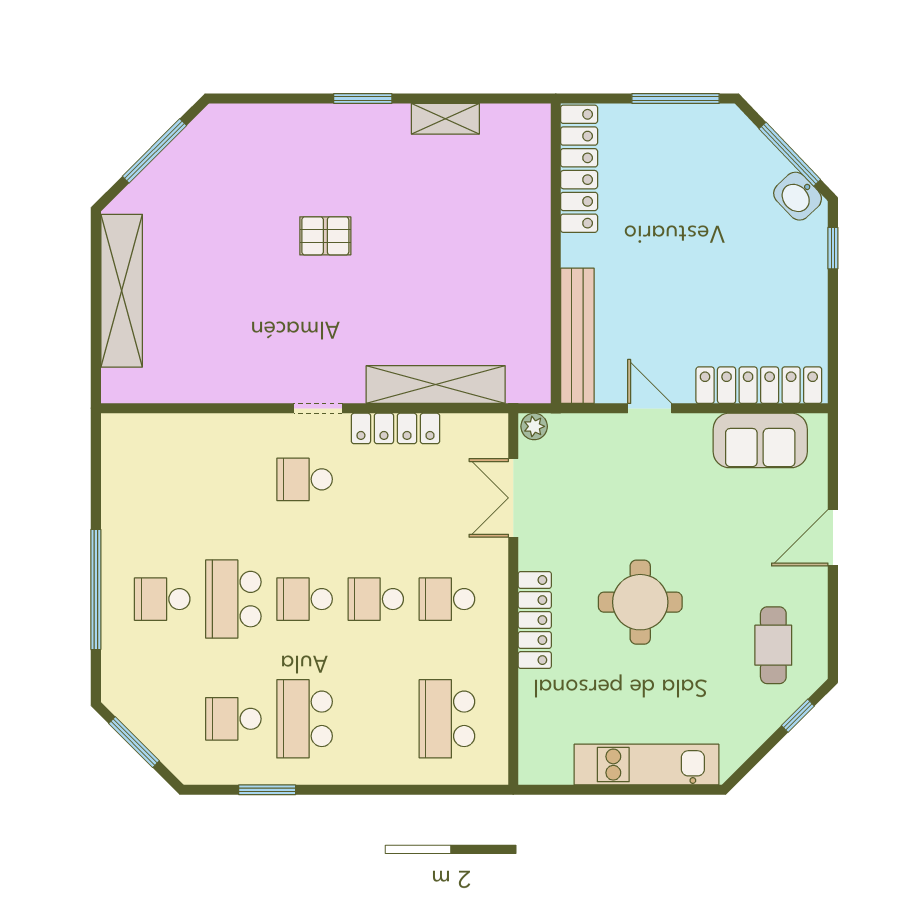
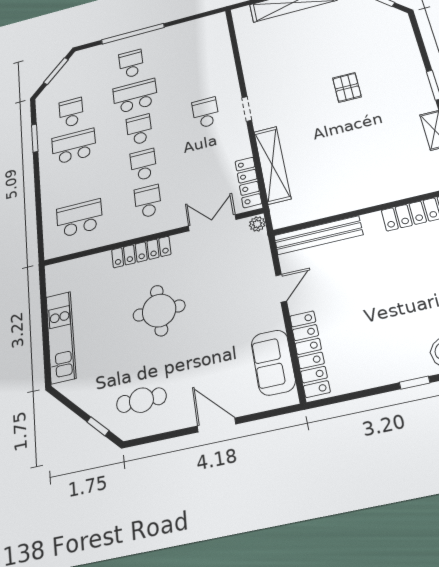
locker: (395, 428) -> (248, 182), moved

